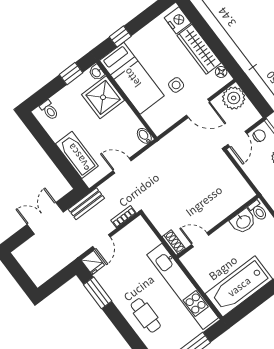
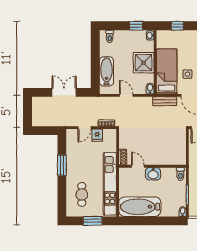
bed: (132, 78) -> (167, 71), moved, turned 180
shower: (103, 97) -> (144, 63), moved
bench: (86, 204) -> (165, 101), moved
washbasin: (243, 221) -> (153, 174), moved
fridge: (93, 263) -> (97, 135), moved
window: (98, 293) -> (62, 165), moved
cafe table: (146, 315) -> (82, 194), moved

